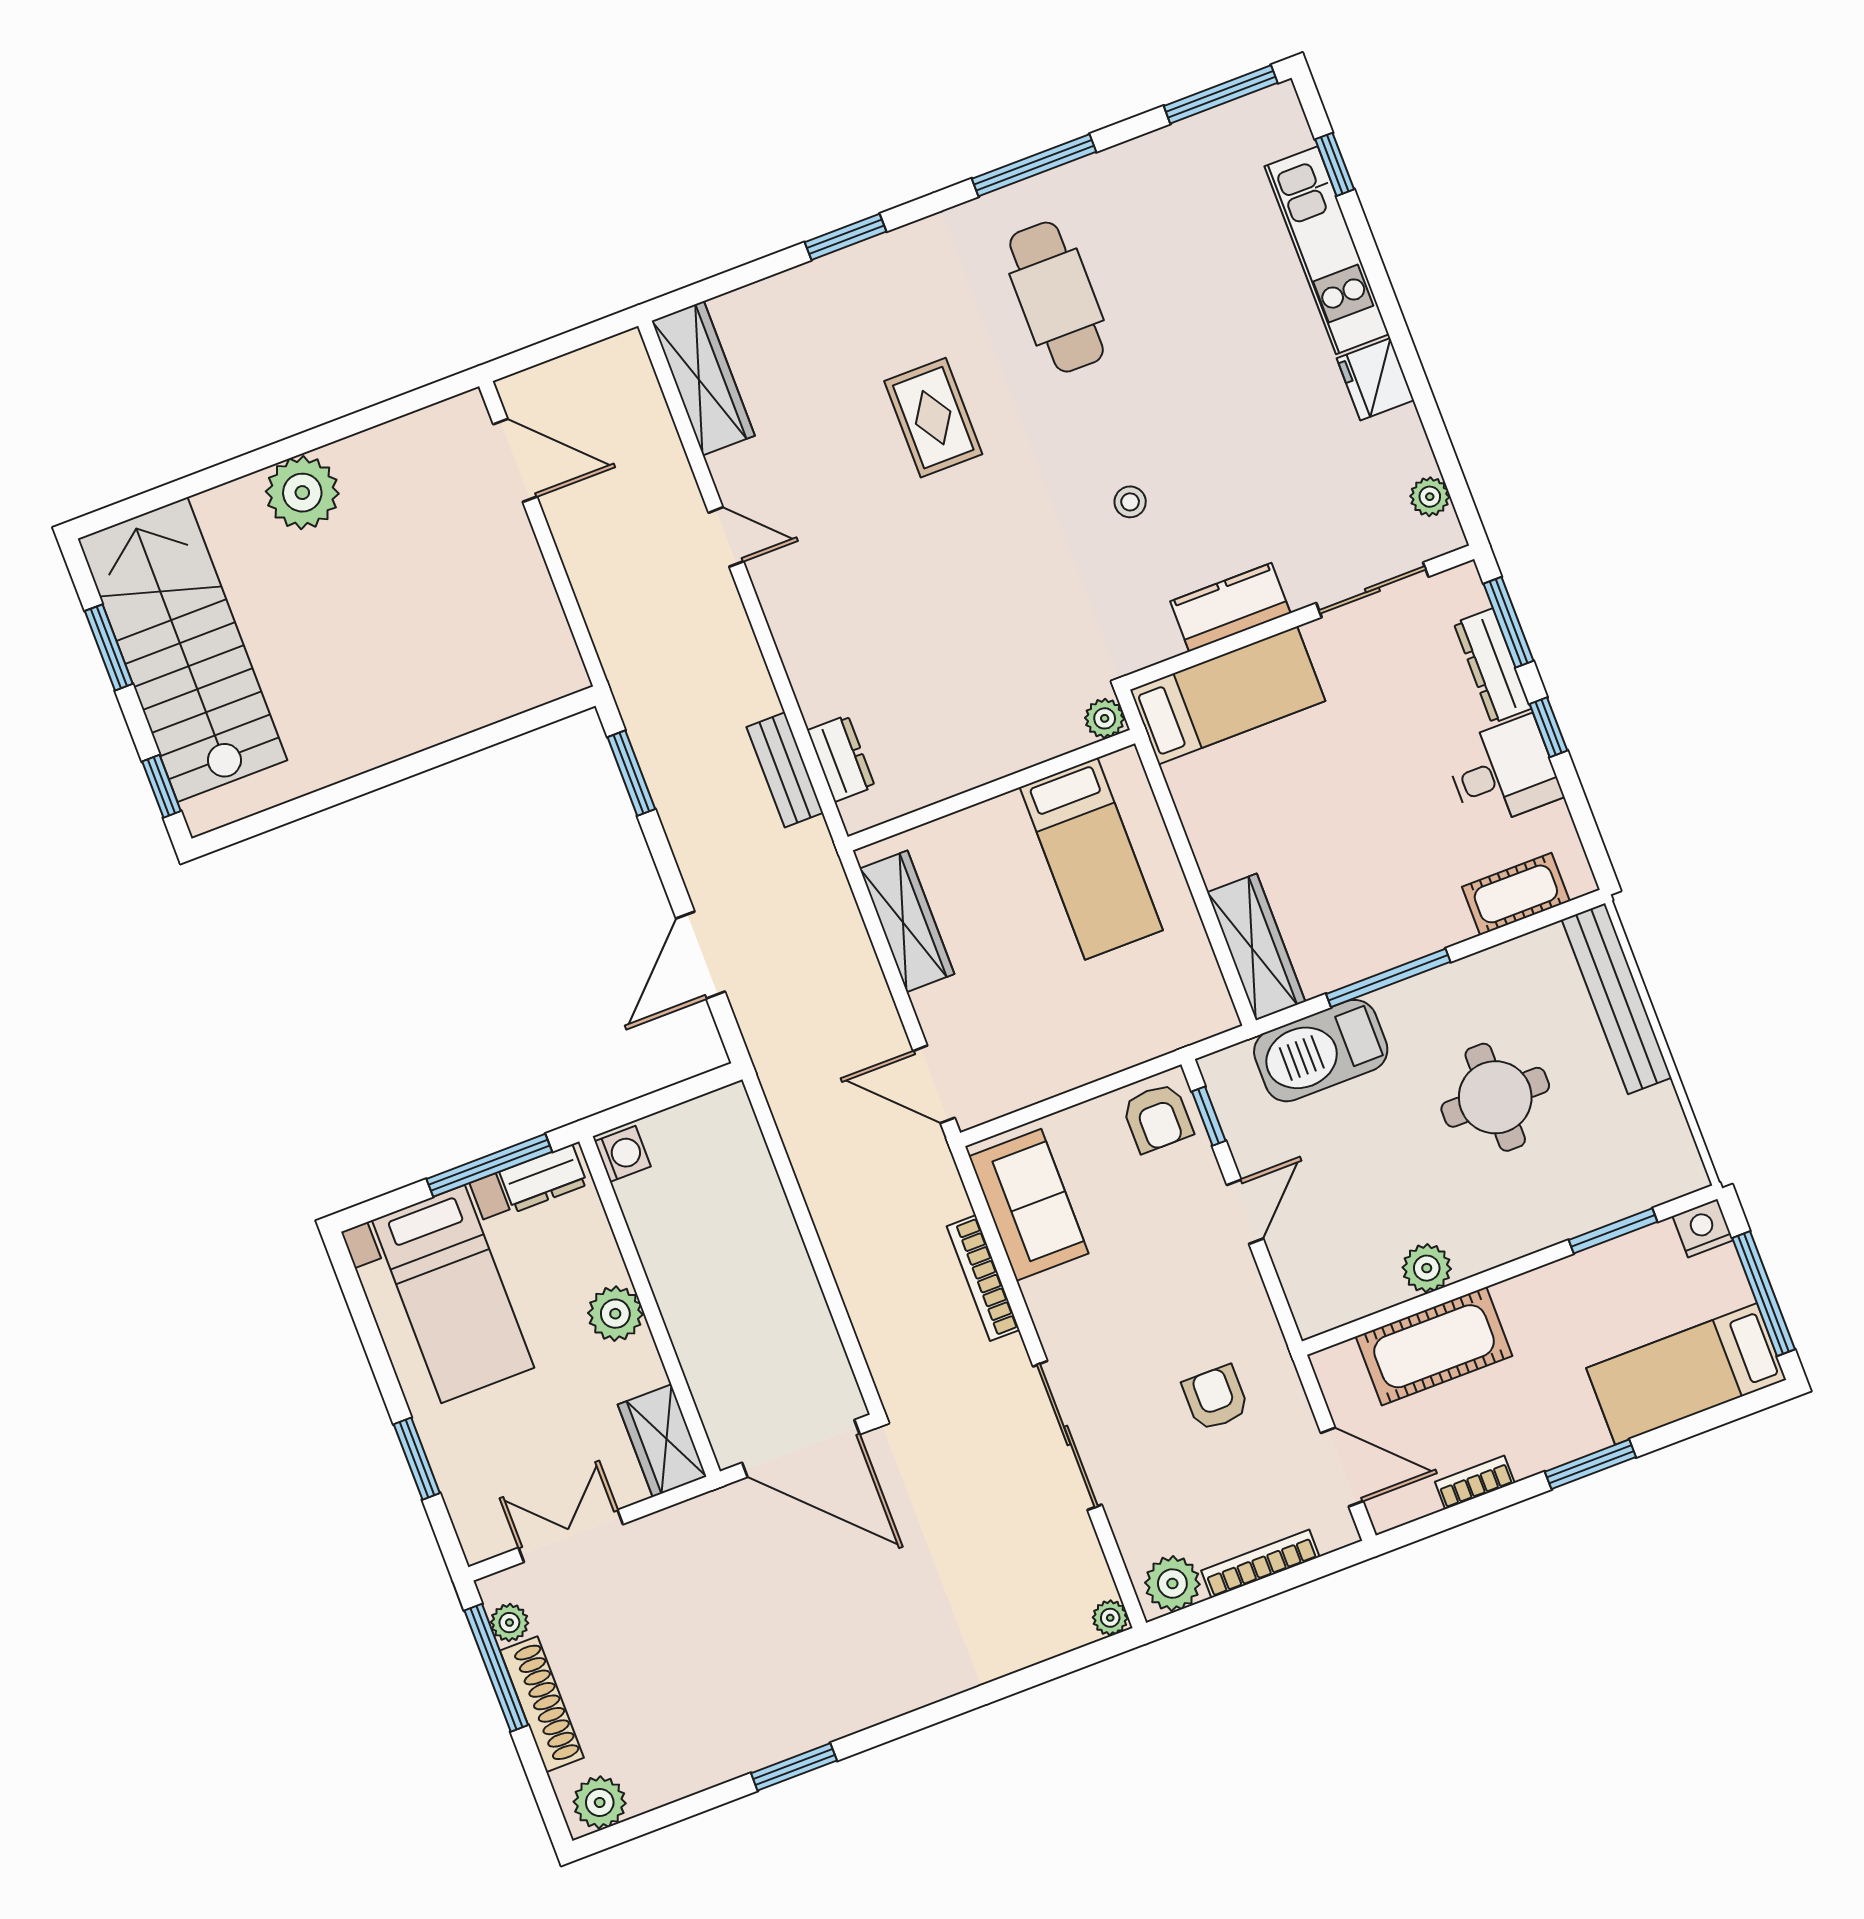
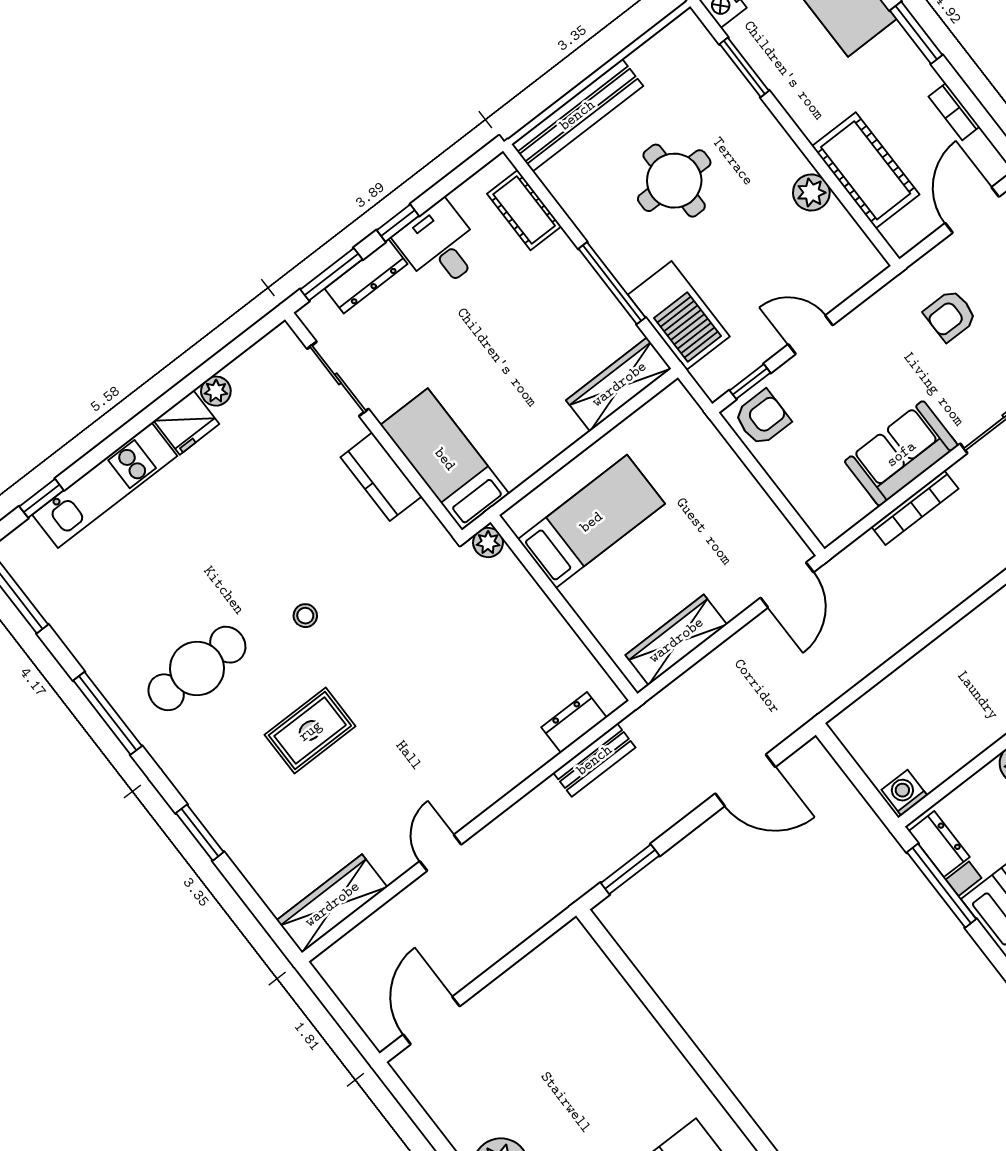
plant: (1430, 497) -> (216, 391), moved
stool: (1130, 502) -> (305, 616), moved
sofa: (1029, 1205) -> (901, 454), moved

